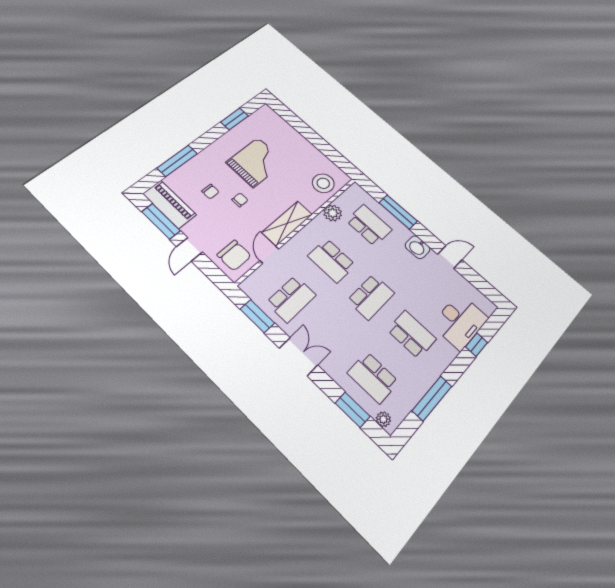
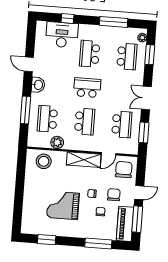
chair: (215, 221) -> (114, 195), added
school desk: (291, 299) -> (122, 124), turned 90

